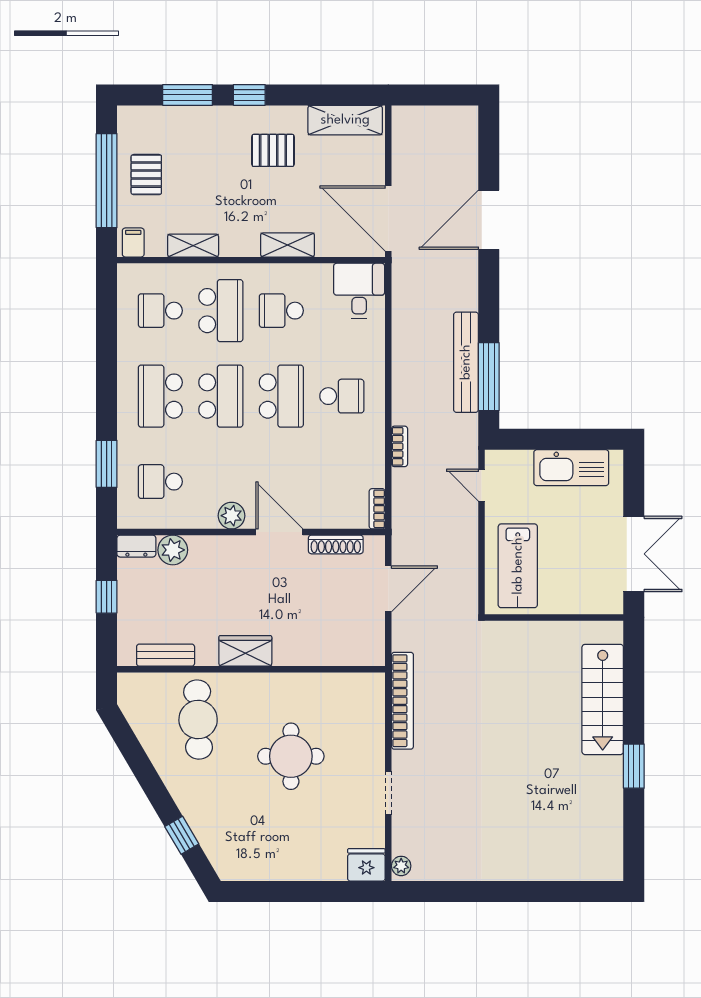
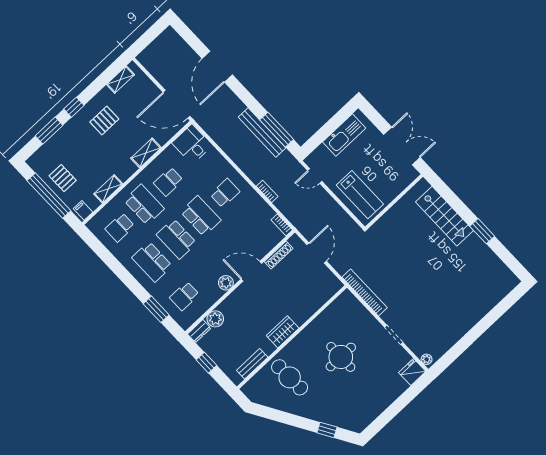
shelving: (345, 120) -> (120, 80), width x0.67, depth x0.75
school desk: (221, 396) -> (176, 239), turned 180

